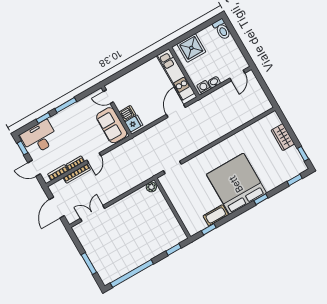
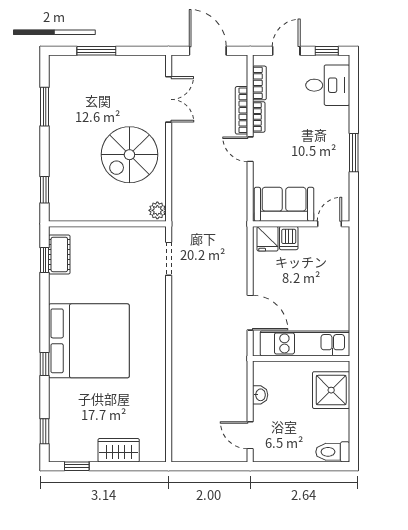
washing machine: (204, 87) -> (262, 375), removed
window: (43, 118) -> (354, 108), removed
desk: (39, 138) -> (328, 85), width x0.73
cot: (216, 215) -> (59, 254), moved
spiral stairs: (131, 217) -> (129, 155), added
window: (132, 273) -> (45, 107), width x0.47

